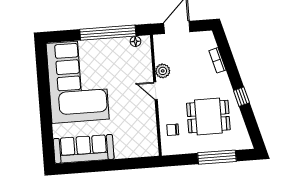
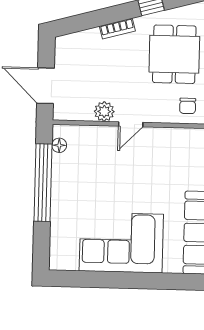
bookcase: (217, 60) -> (117, 29), moved
corner sofa: (78, 81) -> (121, 243), width x0.73, depth x0.74

